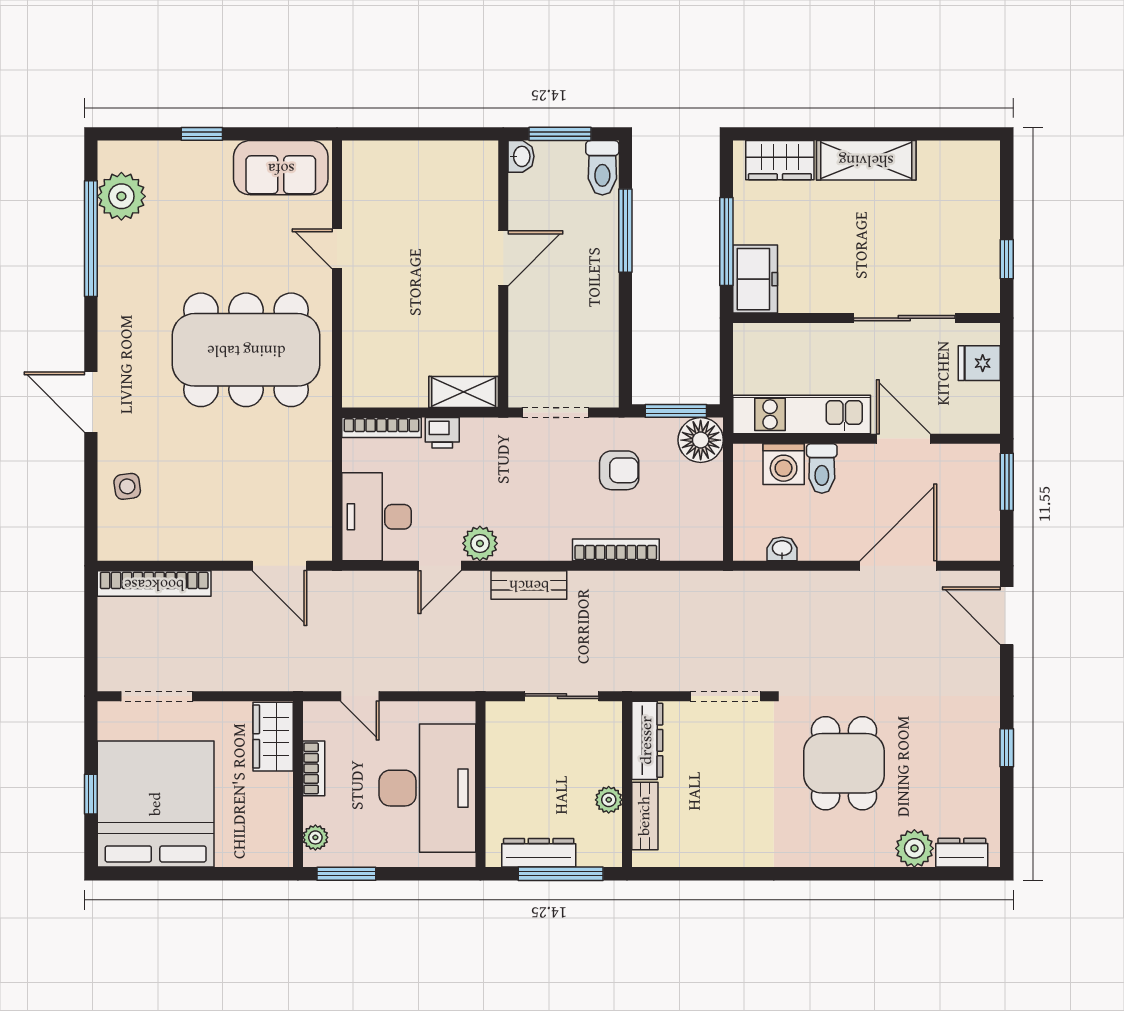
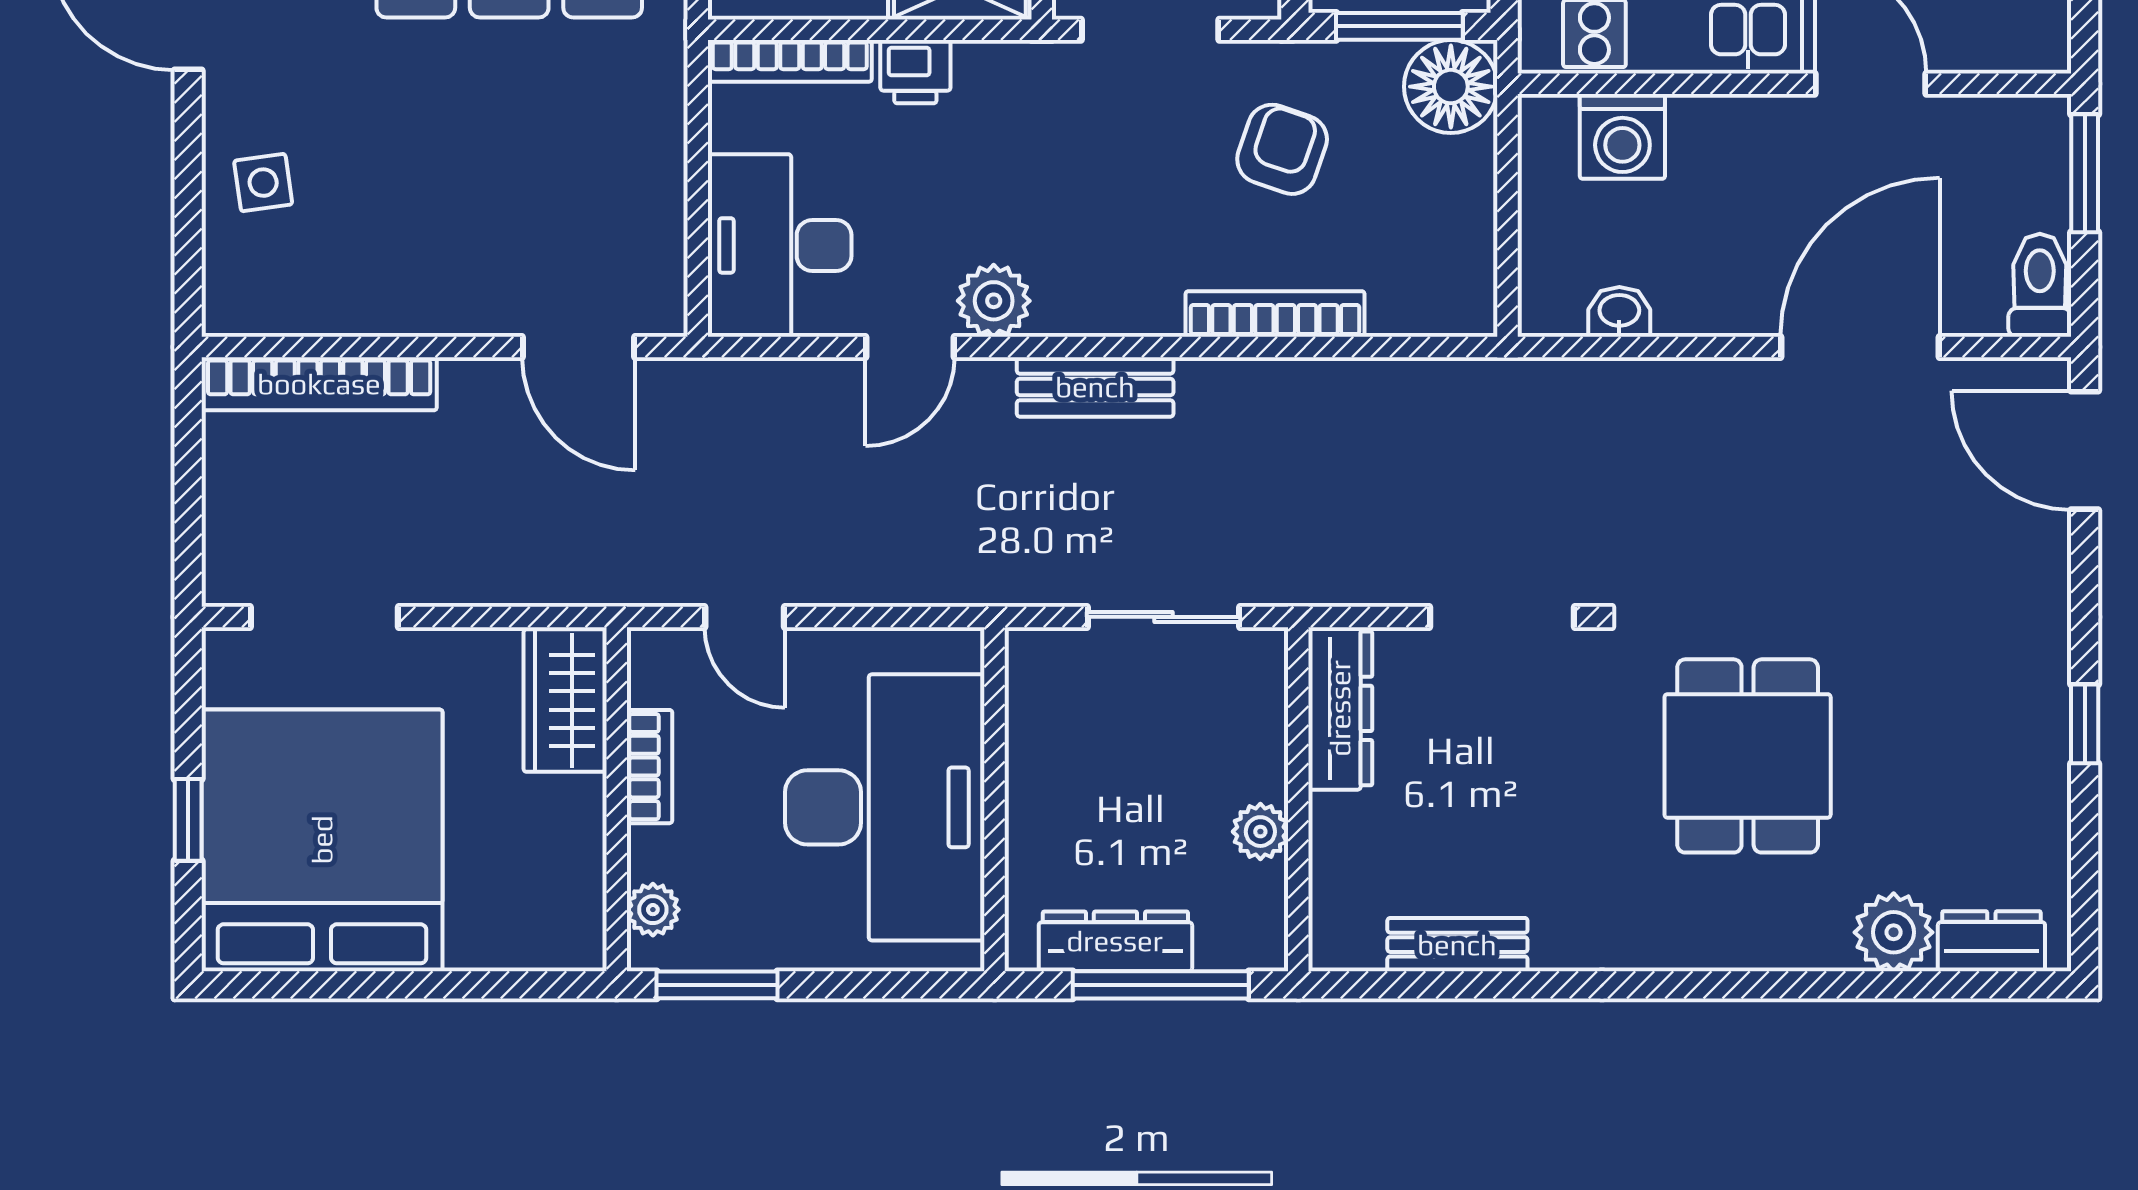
toilet: (822, 468) -> (2040, 285), moved, turned 180
armchair: (619, 470) -> (1282, 149), turned -71
bench: (645, 816) -> (1457, 945), moved, turned 90

